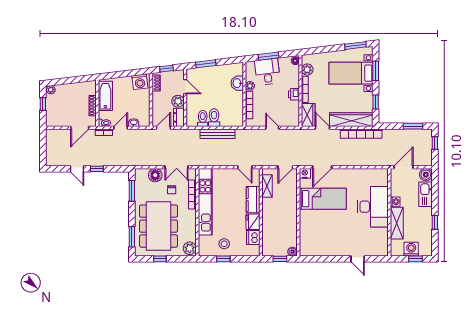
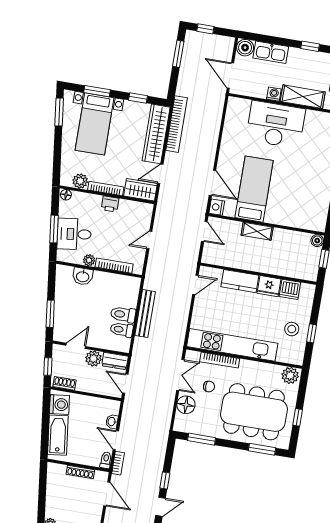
bathtub: (105, 96) -> (58, 435), moved, turned 83
shelving: (267, 186) -> (257, 231), moved

